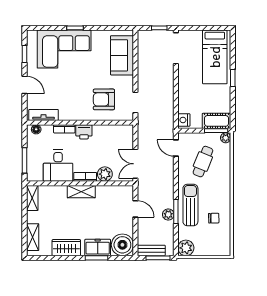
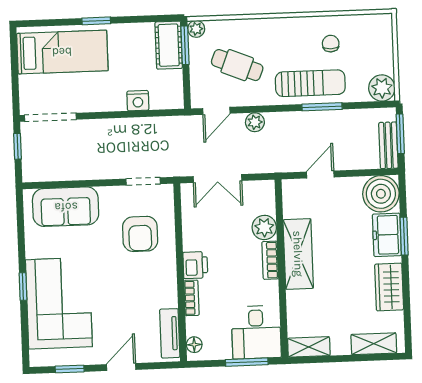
nightstand: (184, 120) -> (138, 101), moved
double door: (135, 164) -> (217, 178), moved
desk: (58, 166) -> (256, 332), moved, turned 90
shelving: (81, 192) -> (298, 254), width x1.50, depth x1.33
sun lounger: (190, 205) -> (310, 83), turned 180
plant: (168, 214) -> (255, 122), moved

